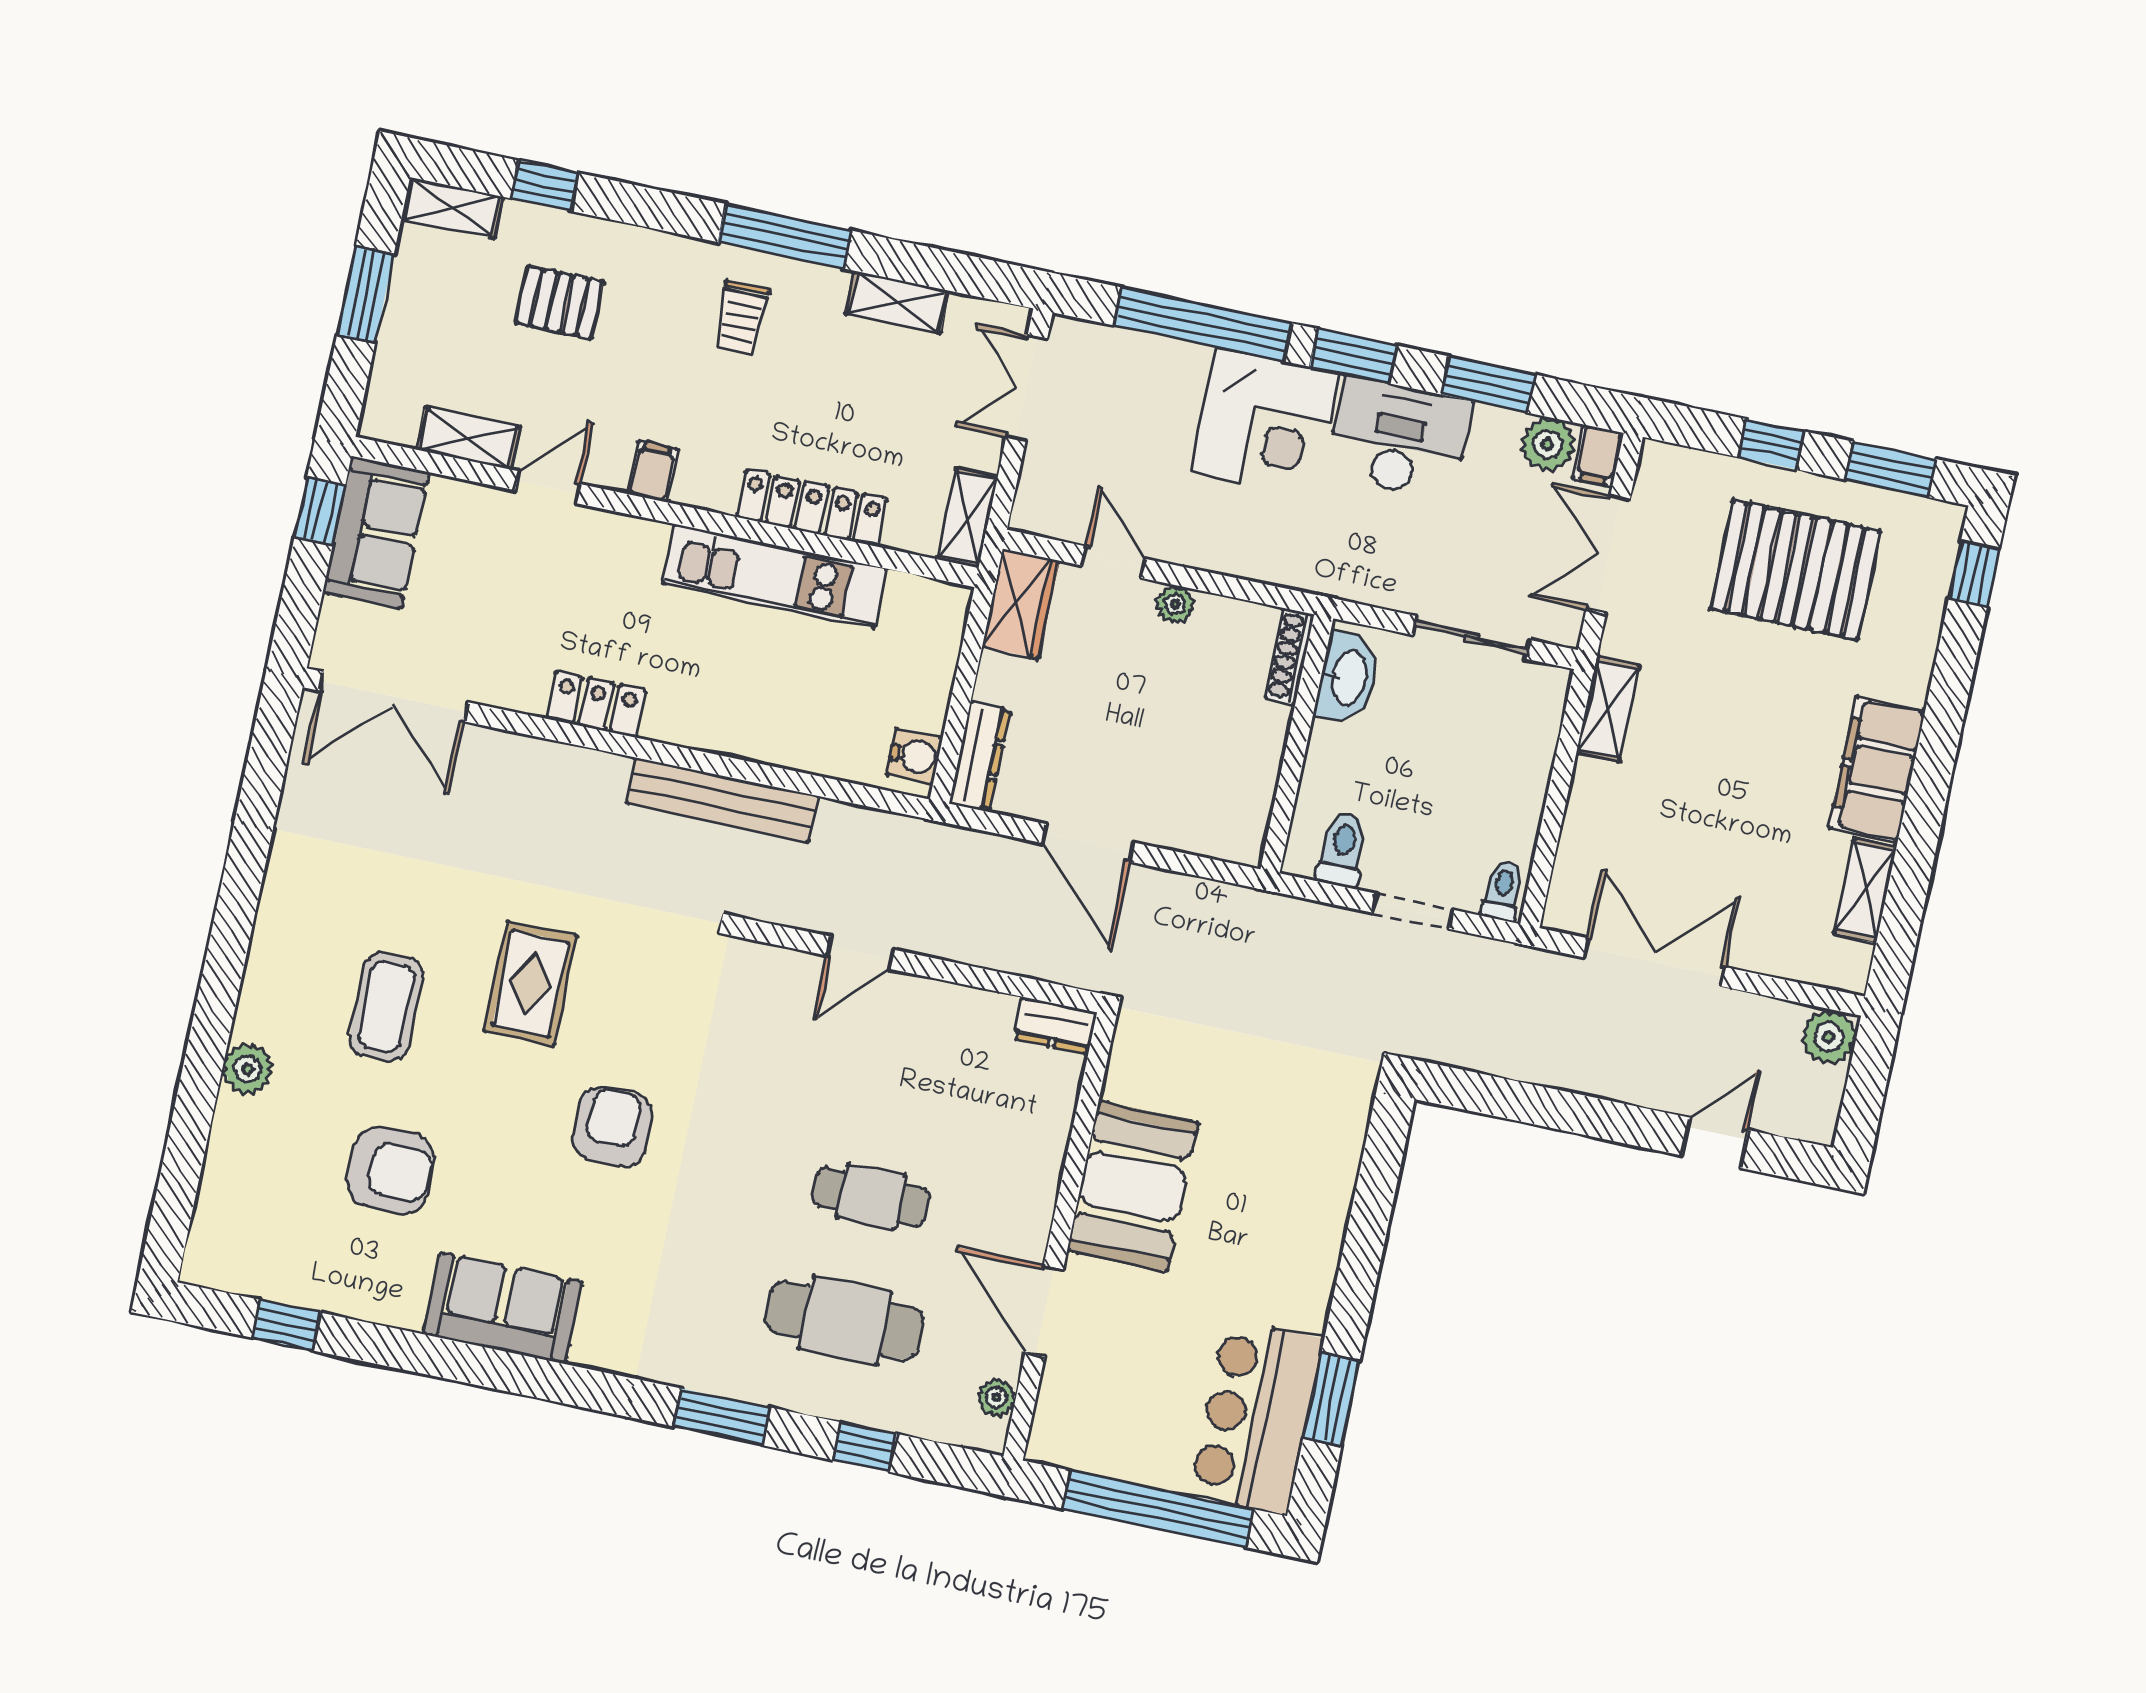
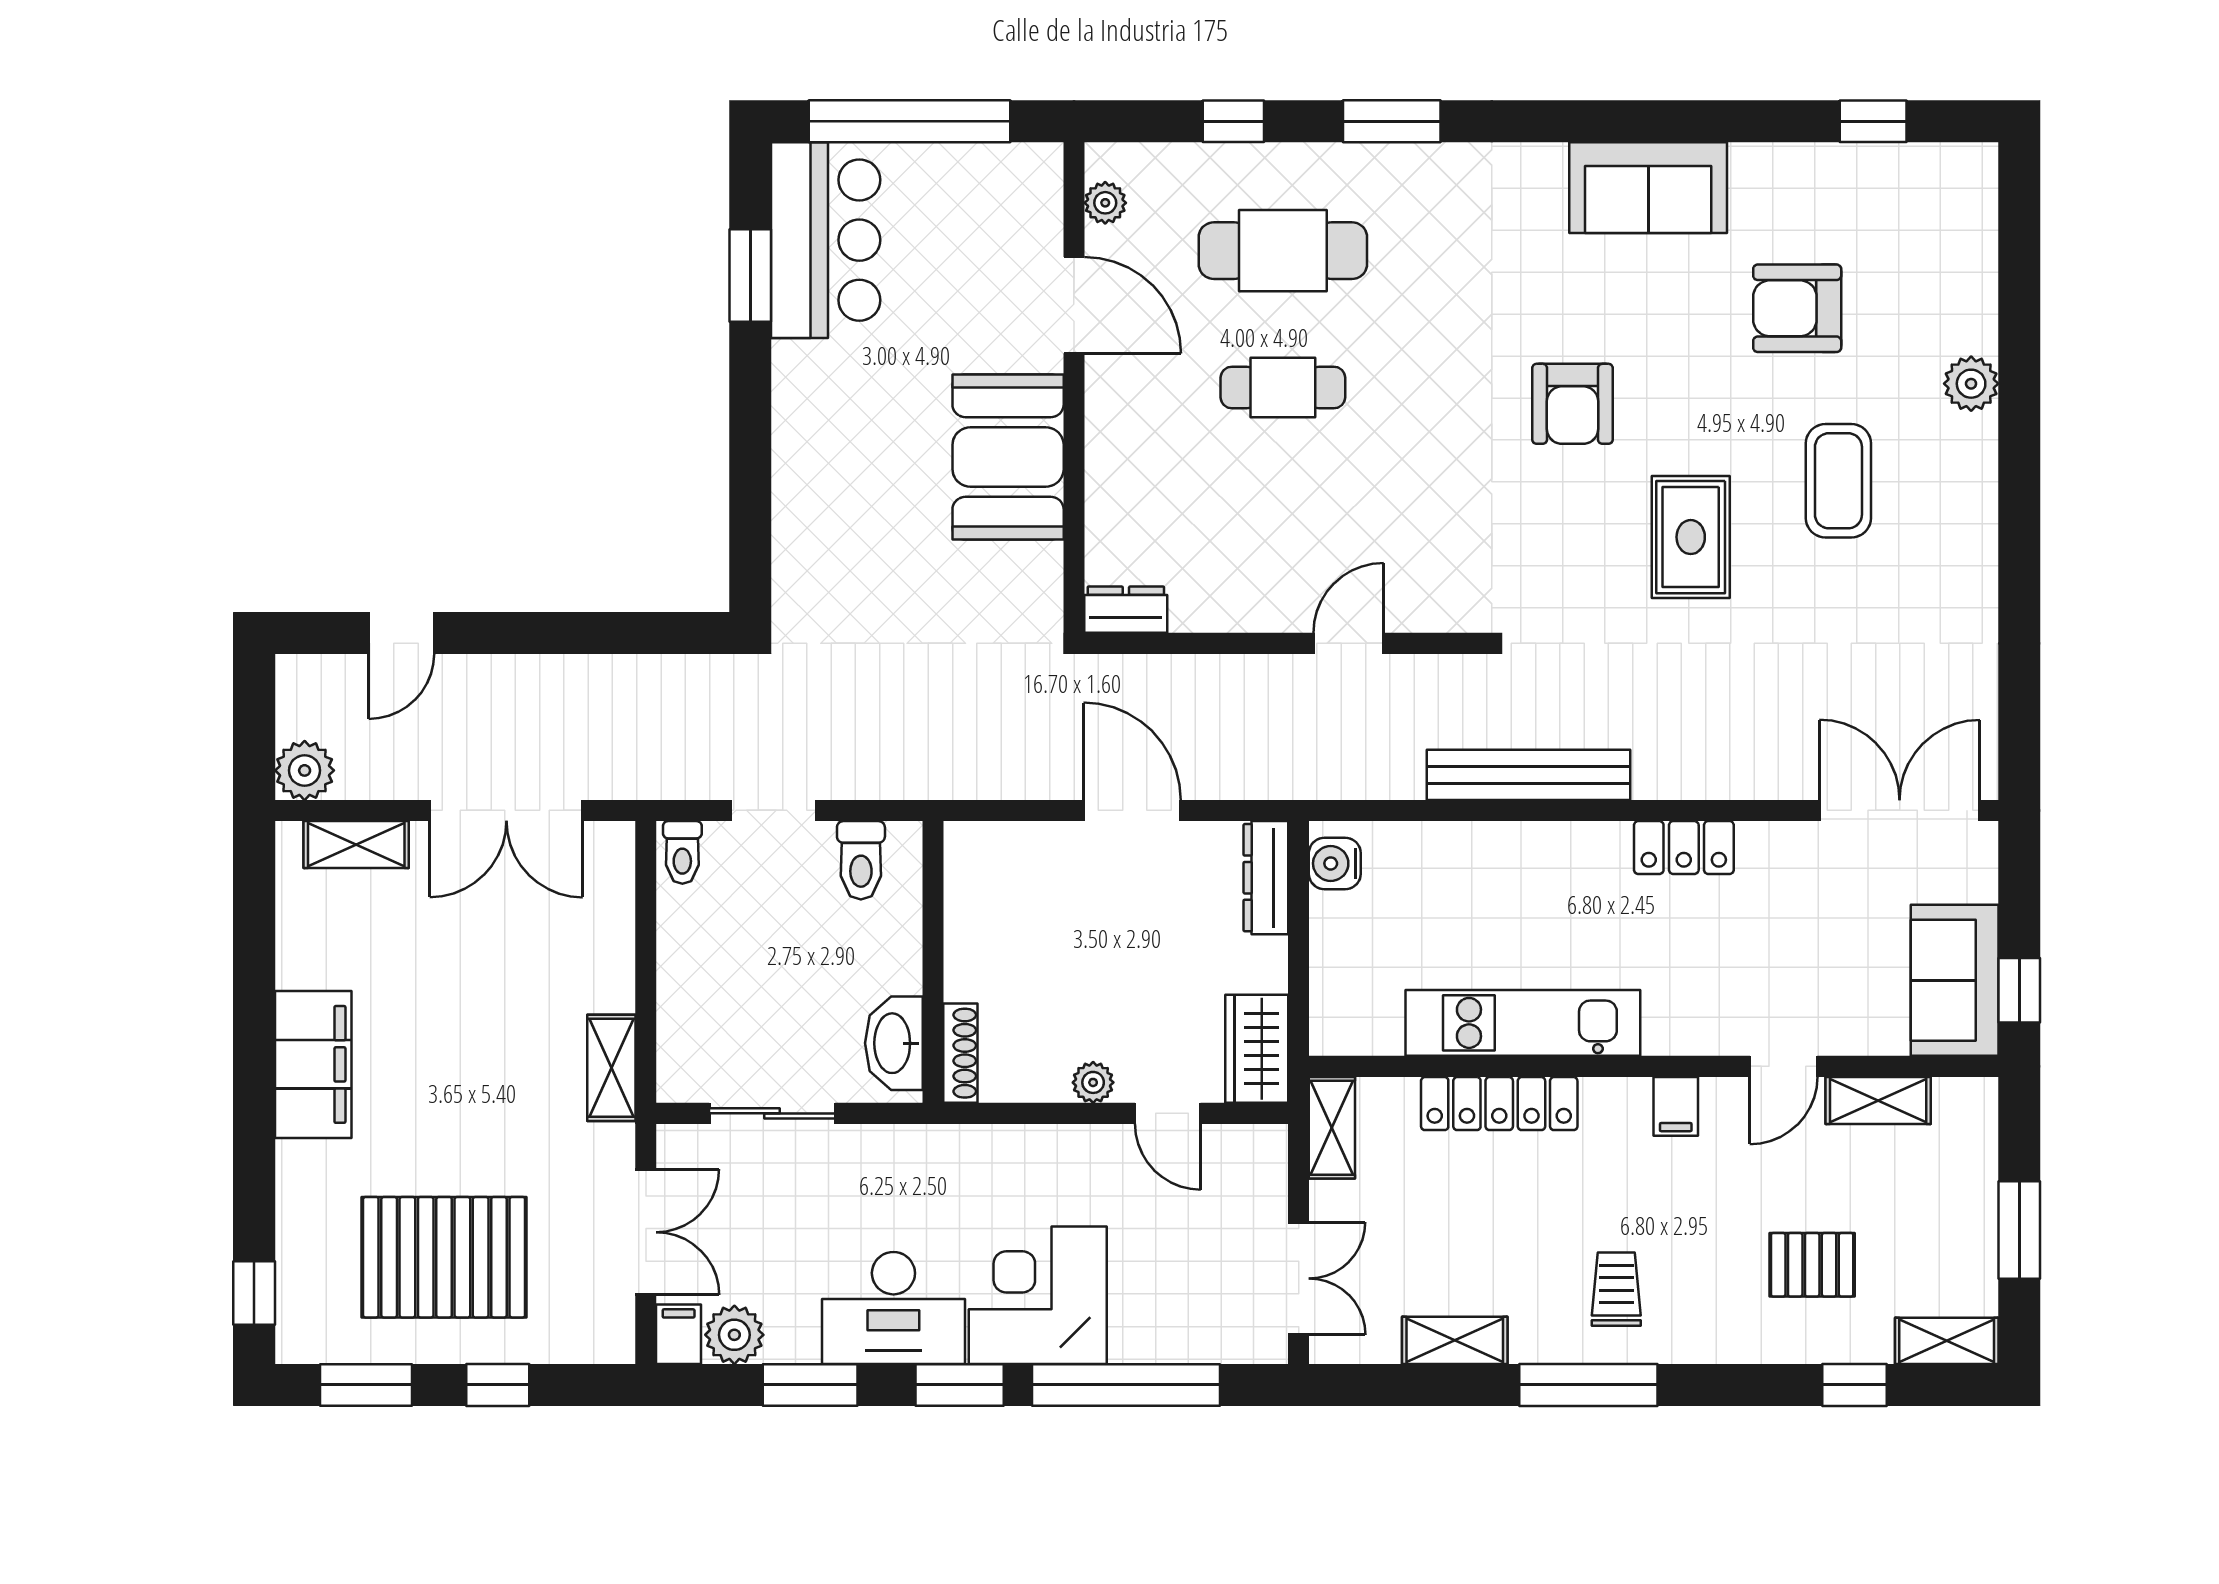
shelving: (1865, 890) -> (356, 845), moved, turned 90

